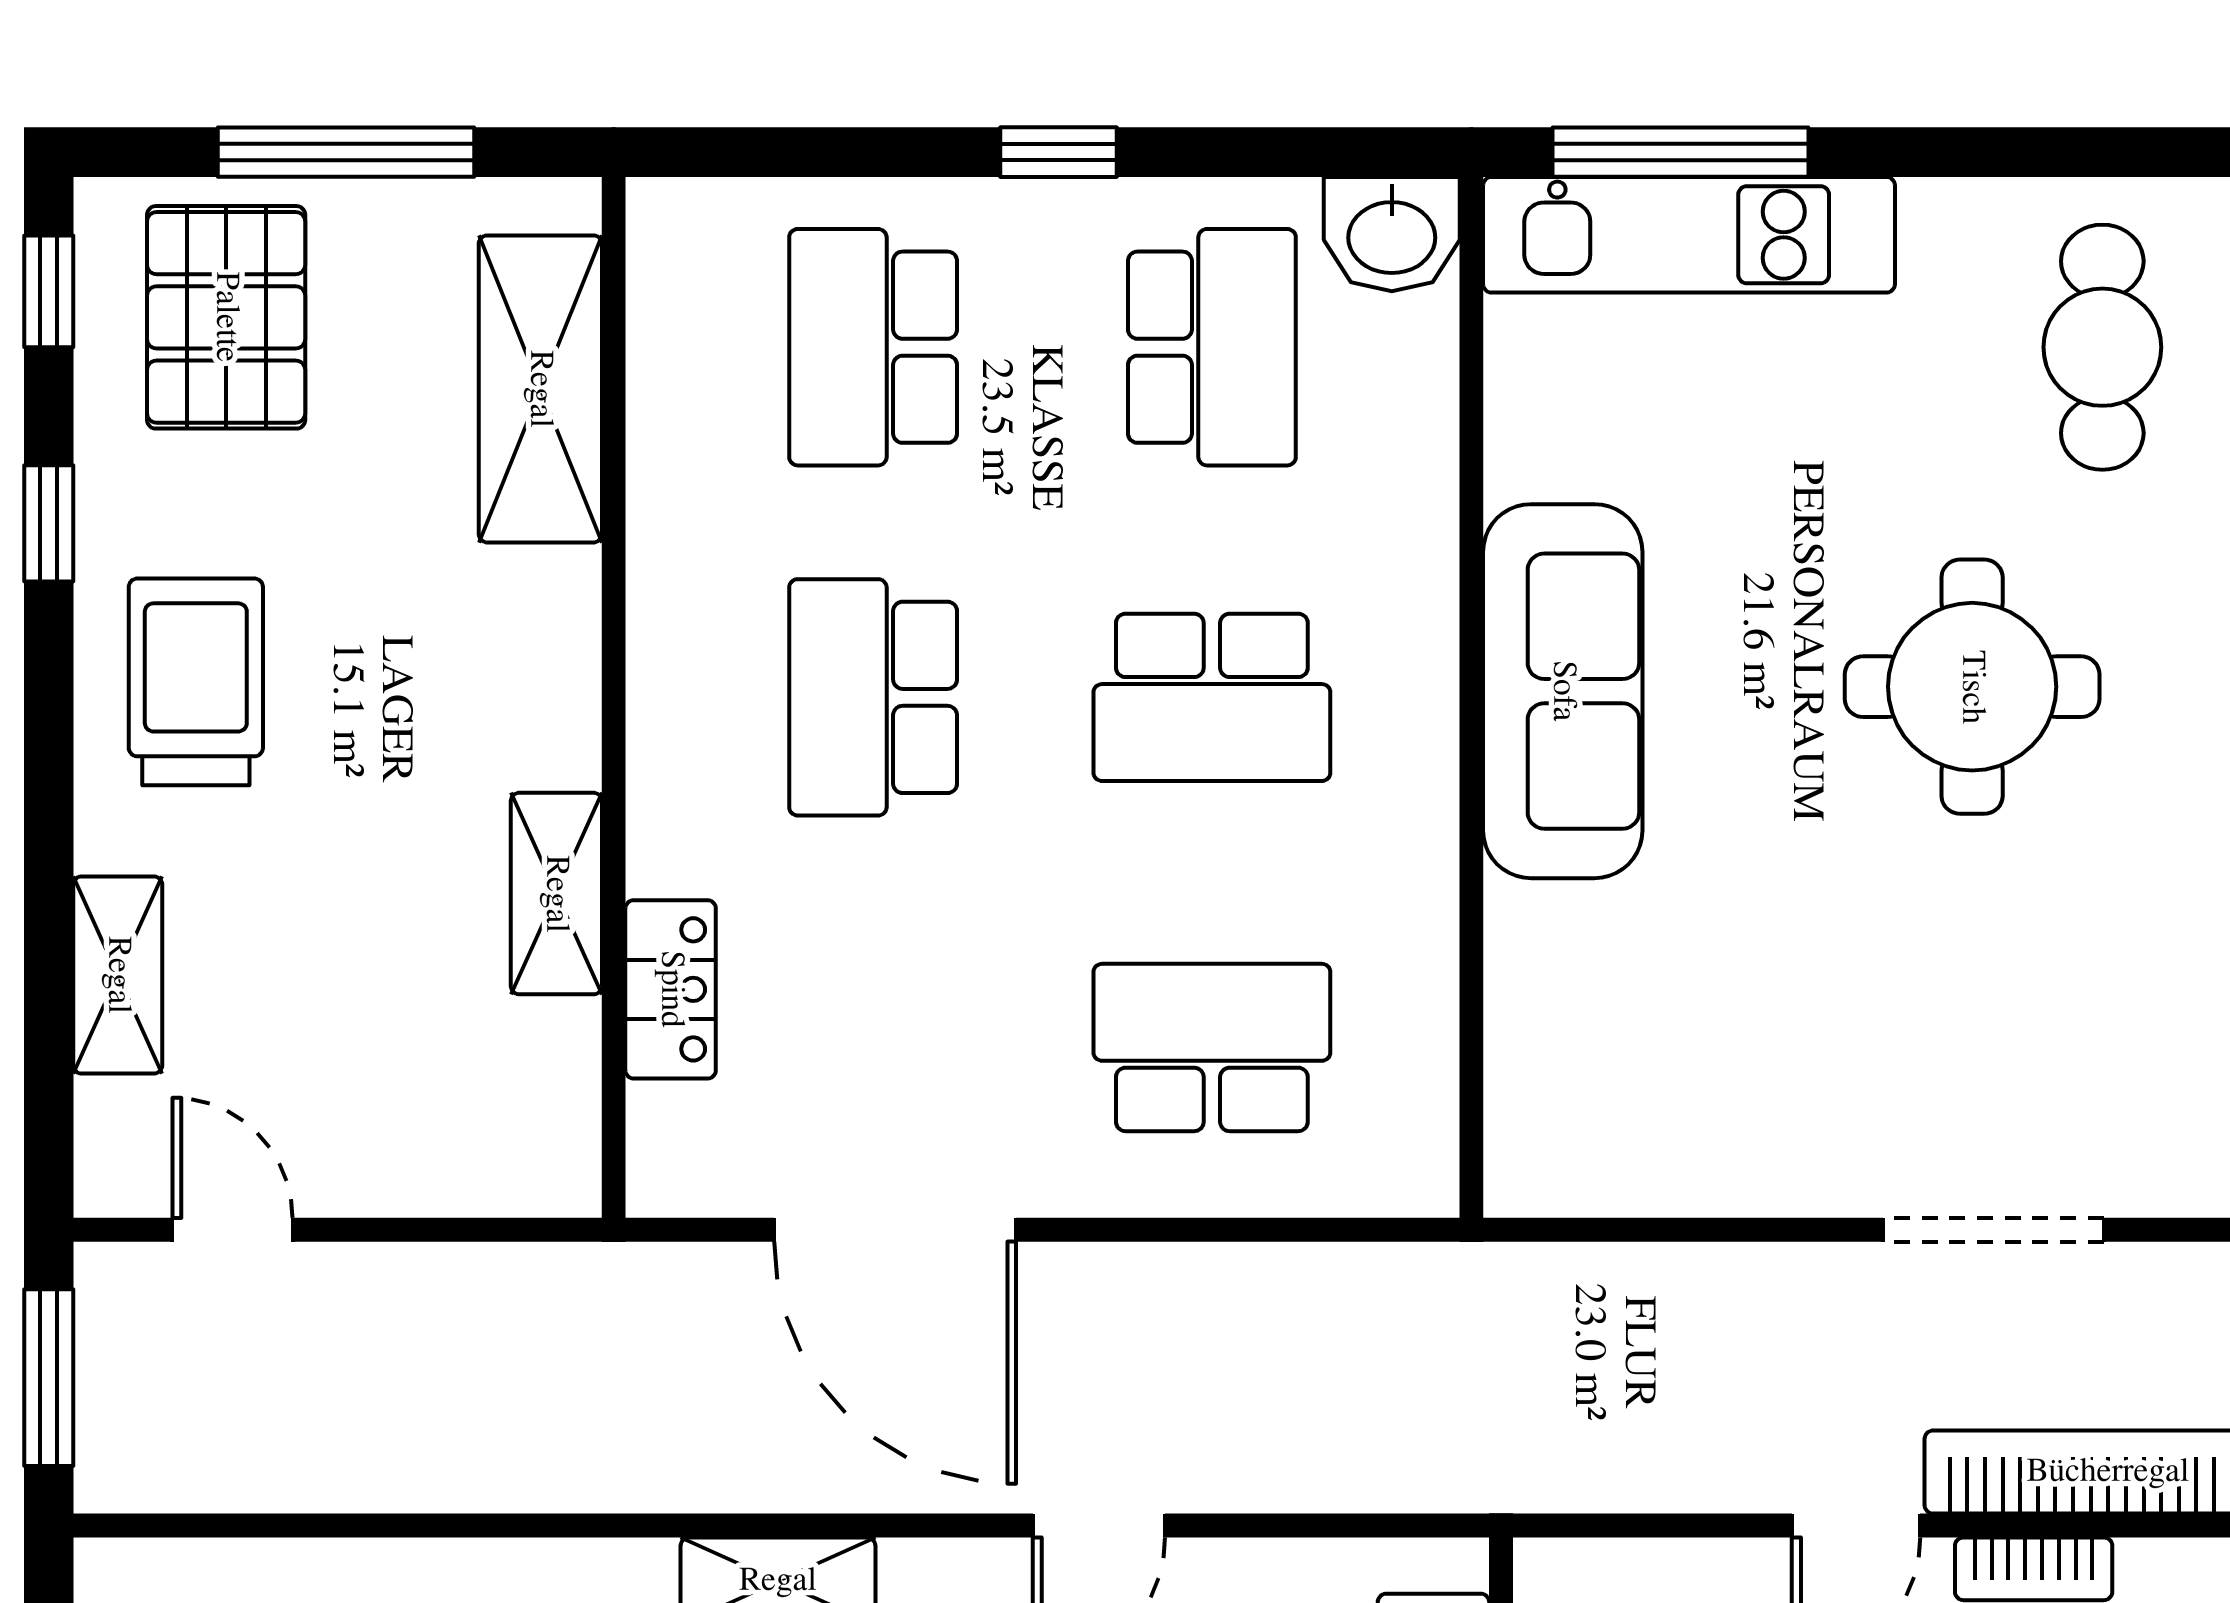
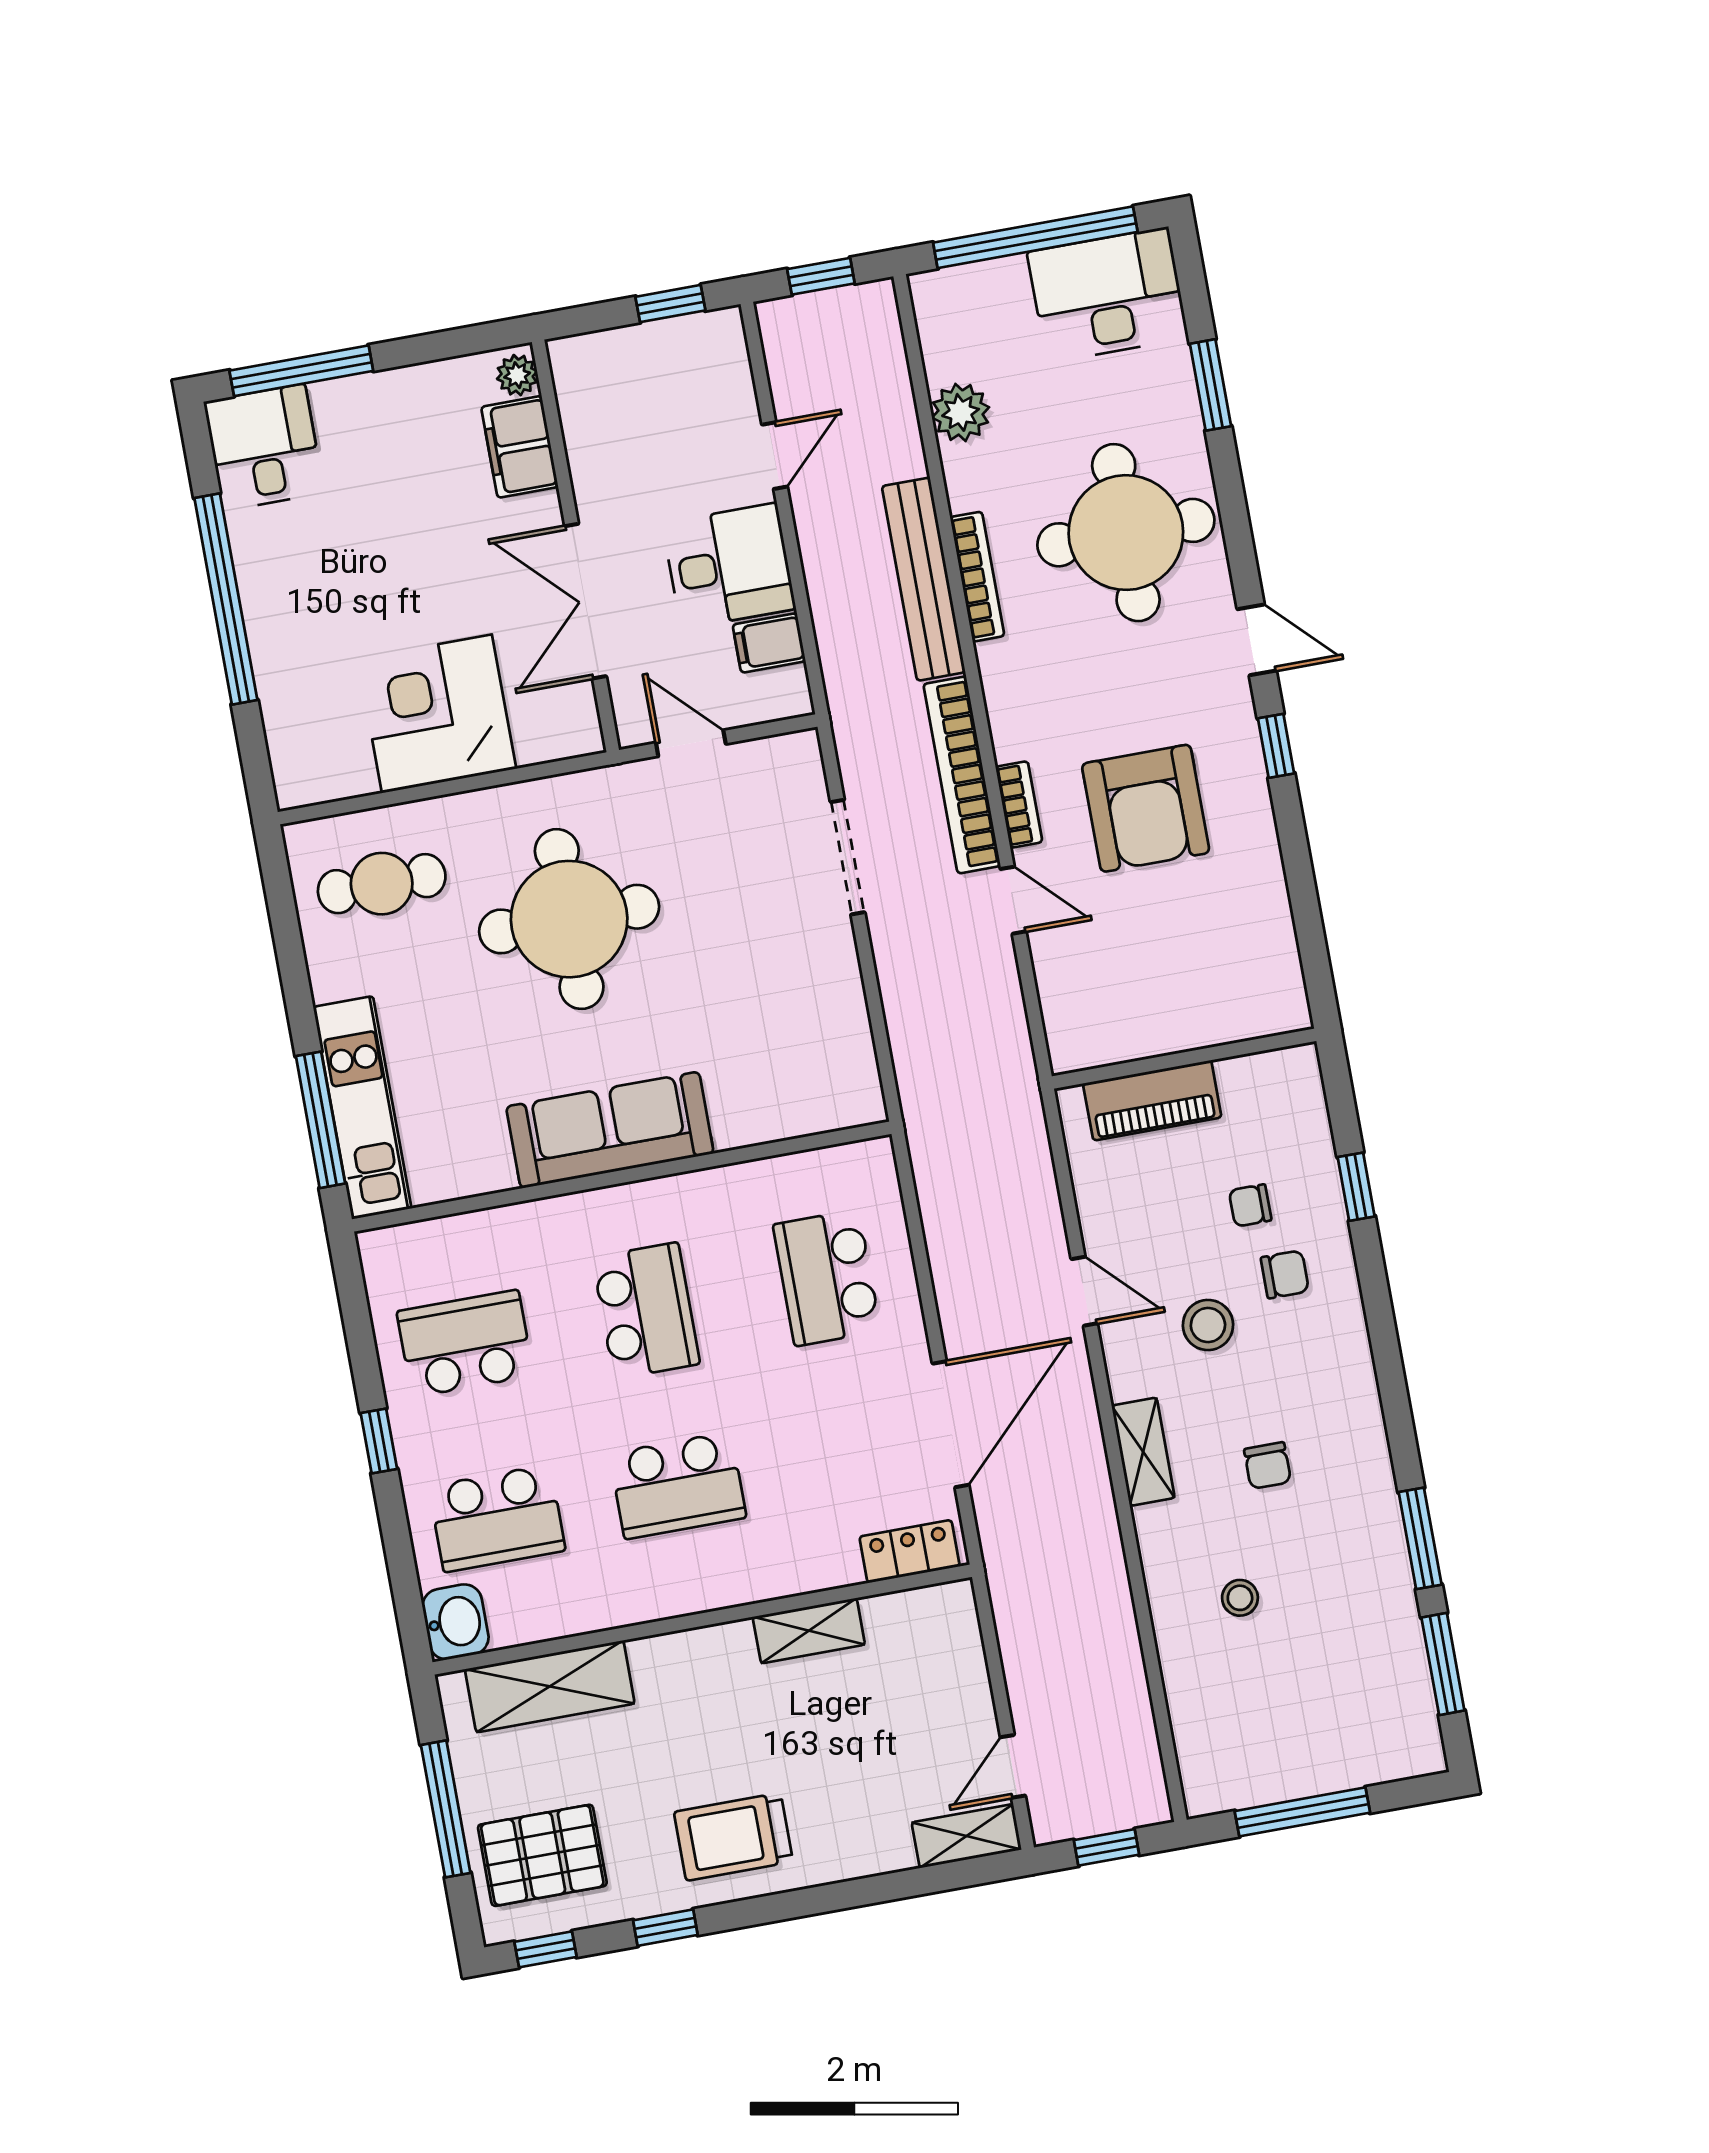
washbasin: (1392, 234) -> (455, 1622), moved
round table: (1972, 687) -> (569, 919), width x1.36, depth x1.36
shelving: (118, 975) -> (967, 1836), moved
locker: (671, 989) -> (910, 1551), moved
window: (49, 1378) -> (1107, 1847), width x0.67

